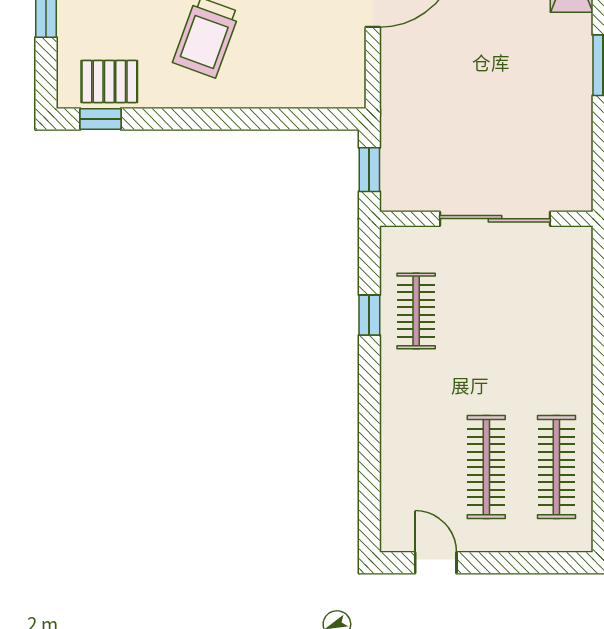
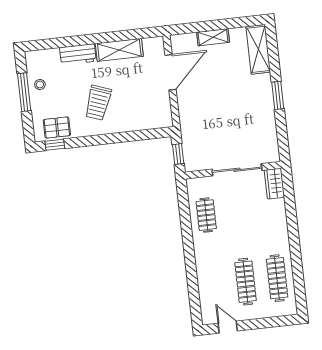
wardrobe: (574, 258) -> (274, 184), added
window: (369, 315) -> (185, 219), removed

